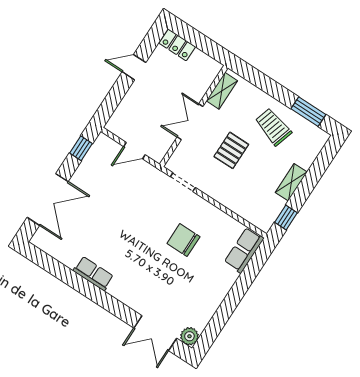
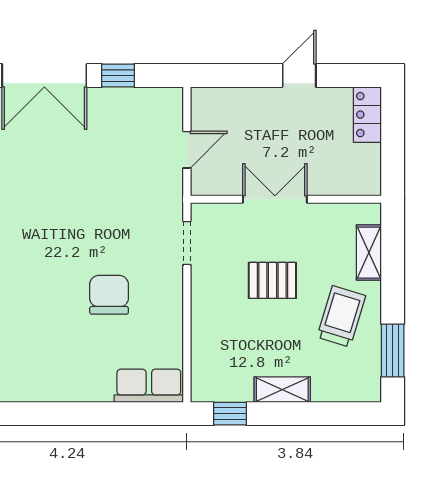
door: (134, 67) -> (299, 76), hinge flipped
shelving: (222, 91) -> (369, 253), moved, turned 90
window: (81, 148) -> (118, 76), moved
door: (134, 151) -> (187, 150), swing flipped

